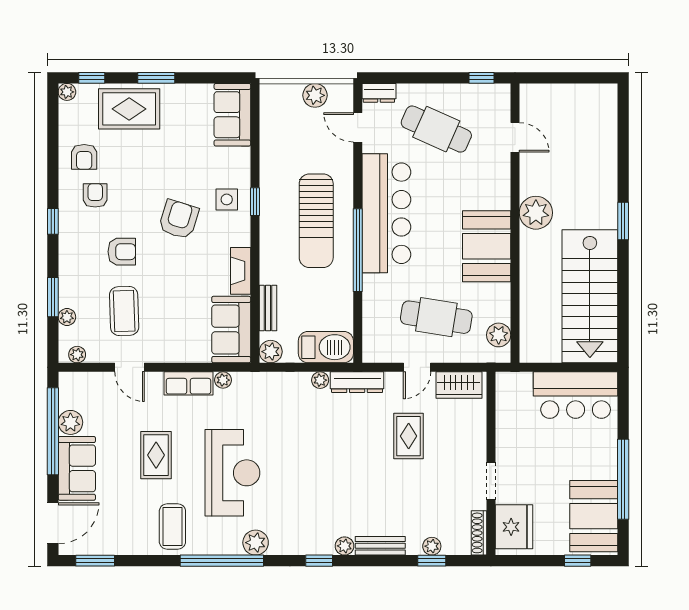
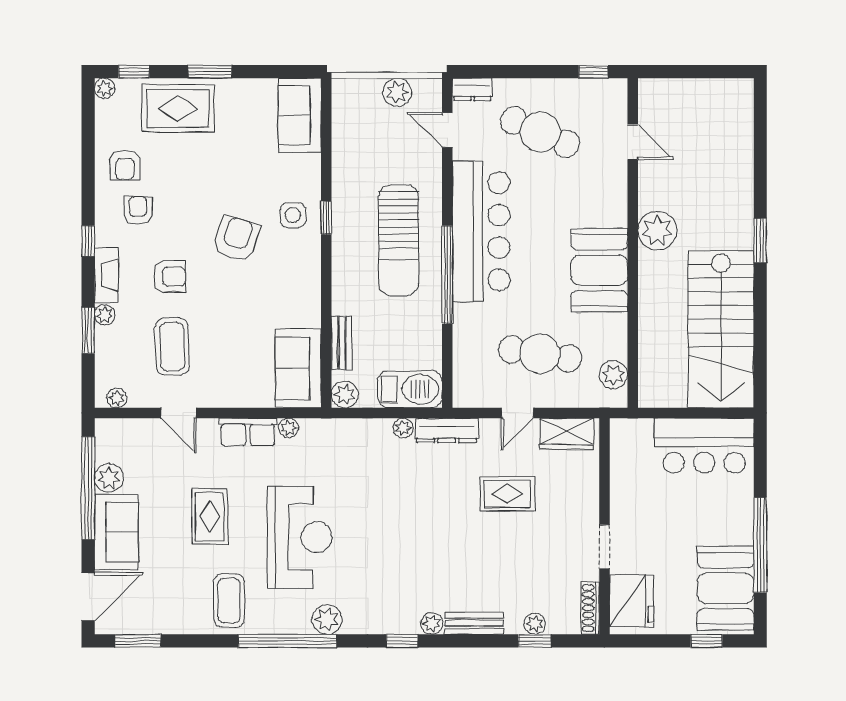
fireplace: (241, 271) -> (106, 275), moved, turned 180
plant: (67, 317) -> (105, 315), moved
rug: (409, 436) -> (507, 494), turned 90

